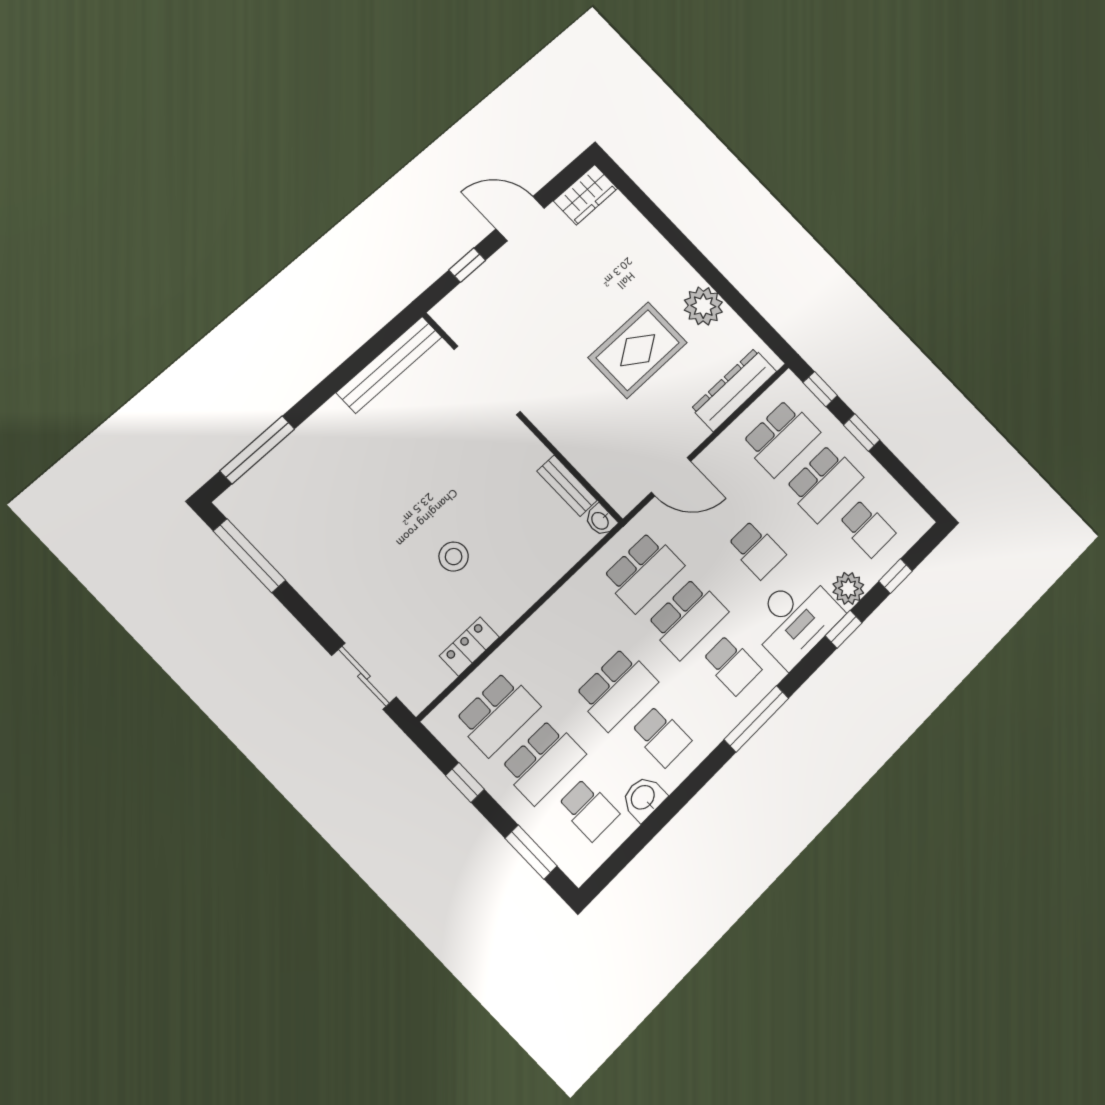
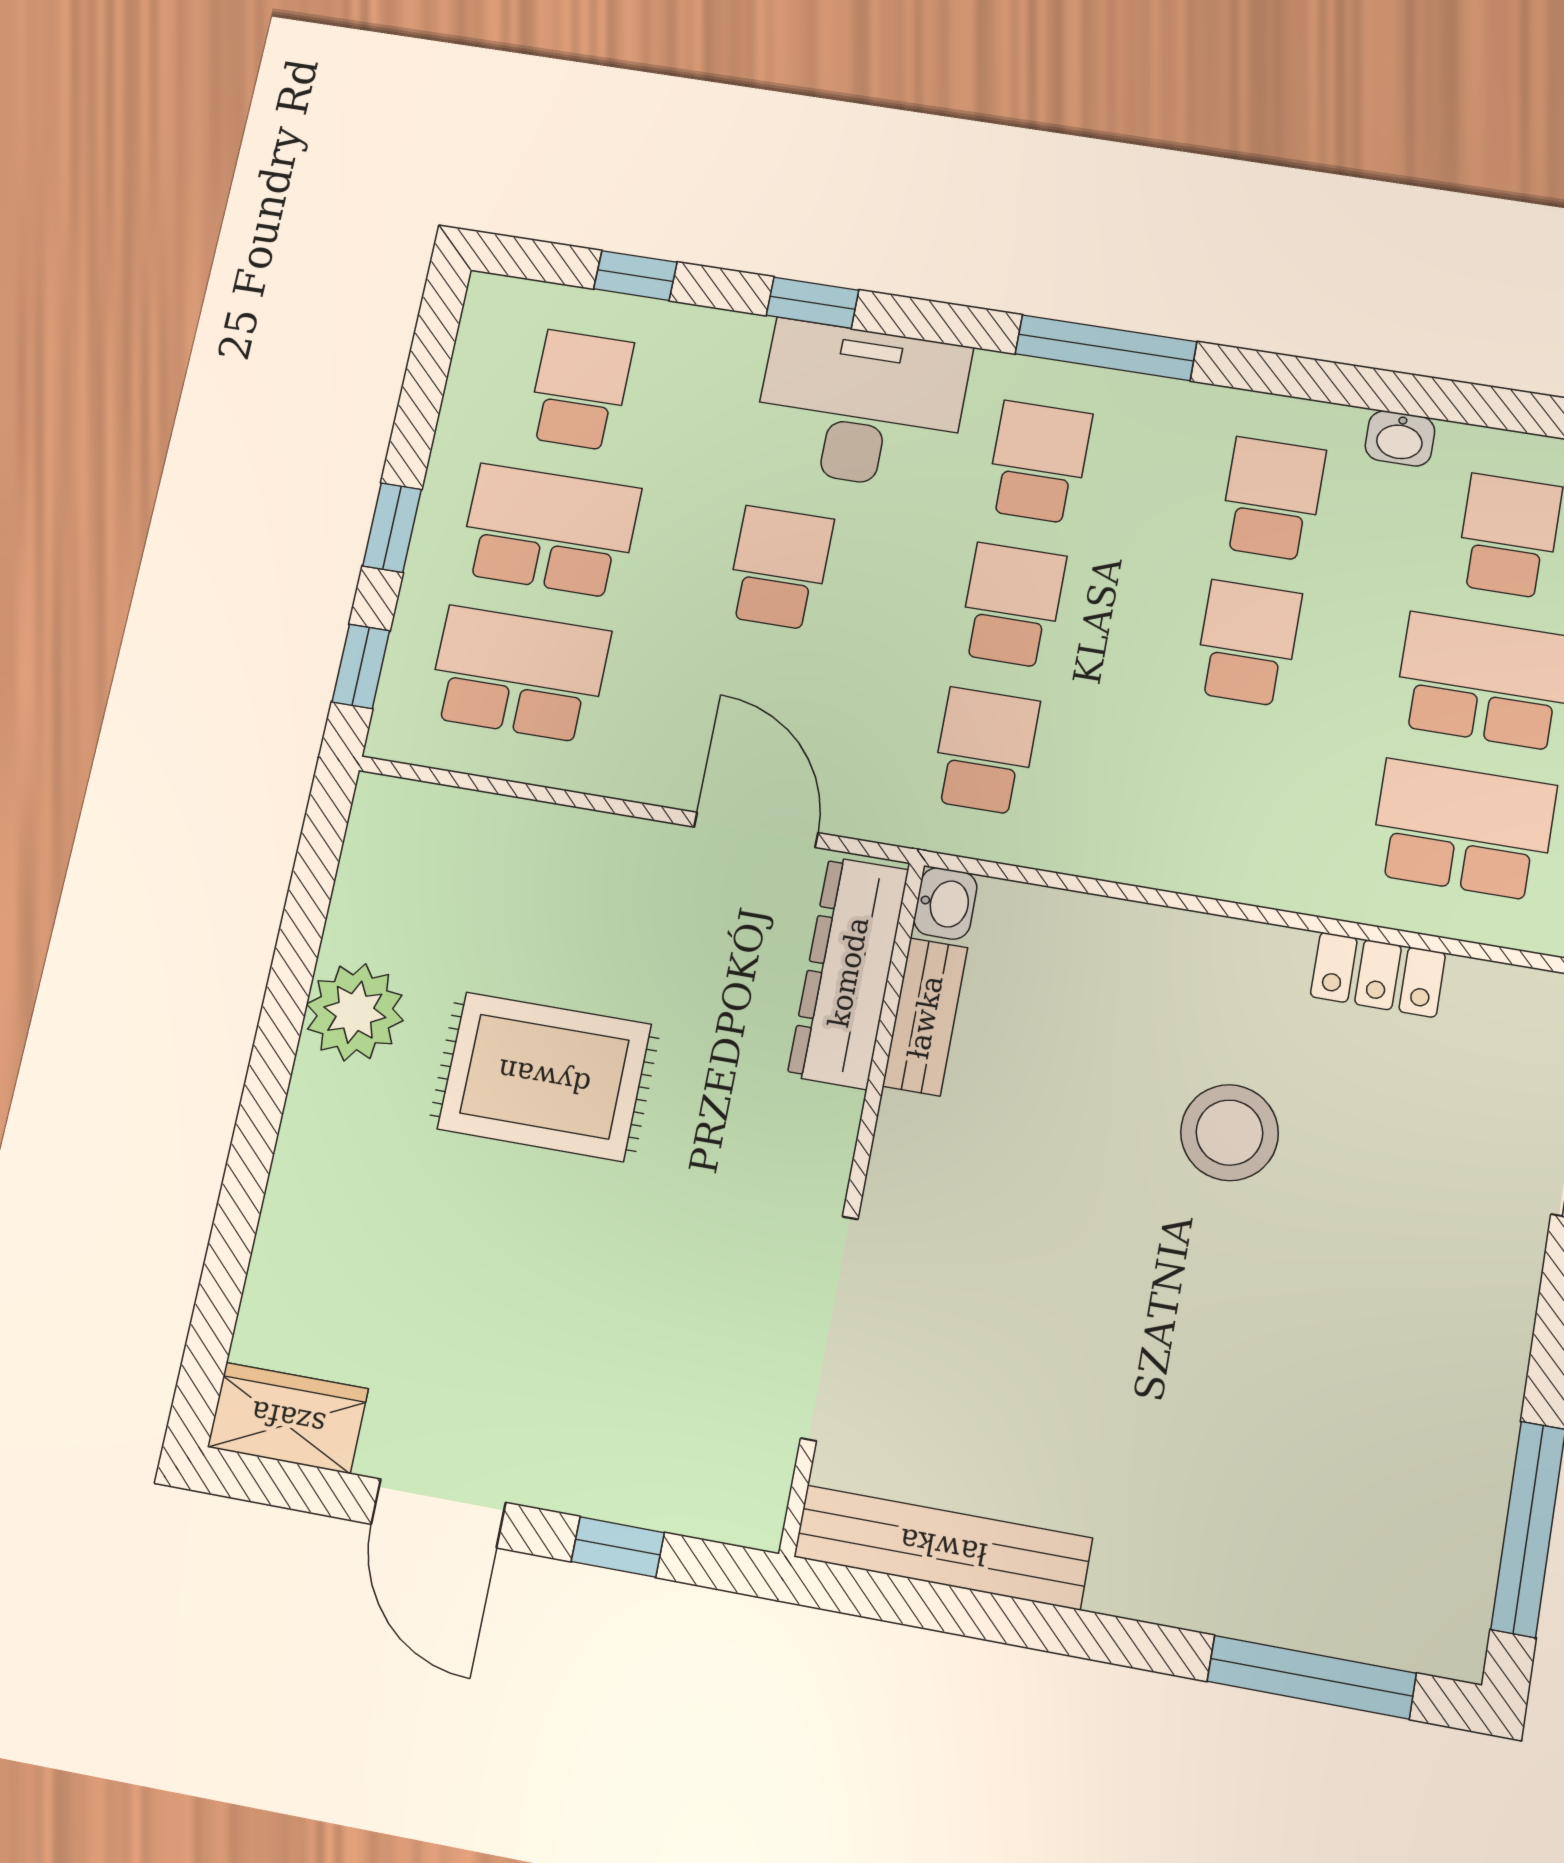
dresser: (734, 390) -> (848, 972), moved, turned 90
stool: (454, 557) -> (1229, 1133), width x1.38, depth x1.38
school desk: (643, 572) -> (985, 751), width x0.54
plant: (848, 588) -> (726, 346), removed
school desk: (688, 618) -> (1012, 605), width x0.54
school desk: (616, 689) -> (1247, 643), width x0.54
washbasin: (643, 798) -> (1400, 438), width x0.72, depth x0.69

